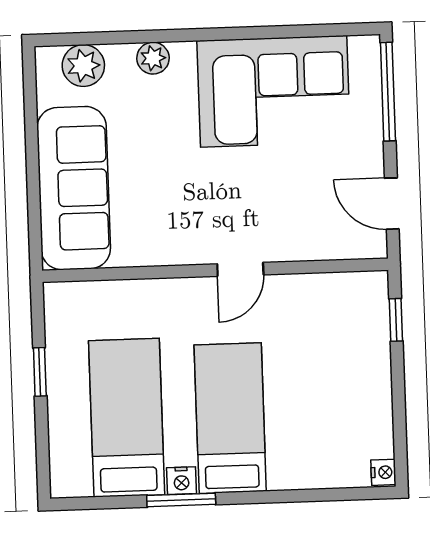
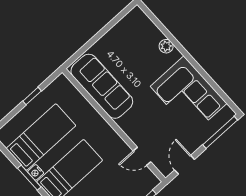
plant: (83, 66) -> (144, 25), removed
sofa: (74, 188) -> (102, 86), moved, turned -90
door: (240, 269) -> (142, 156), moved

